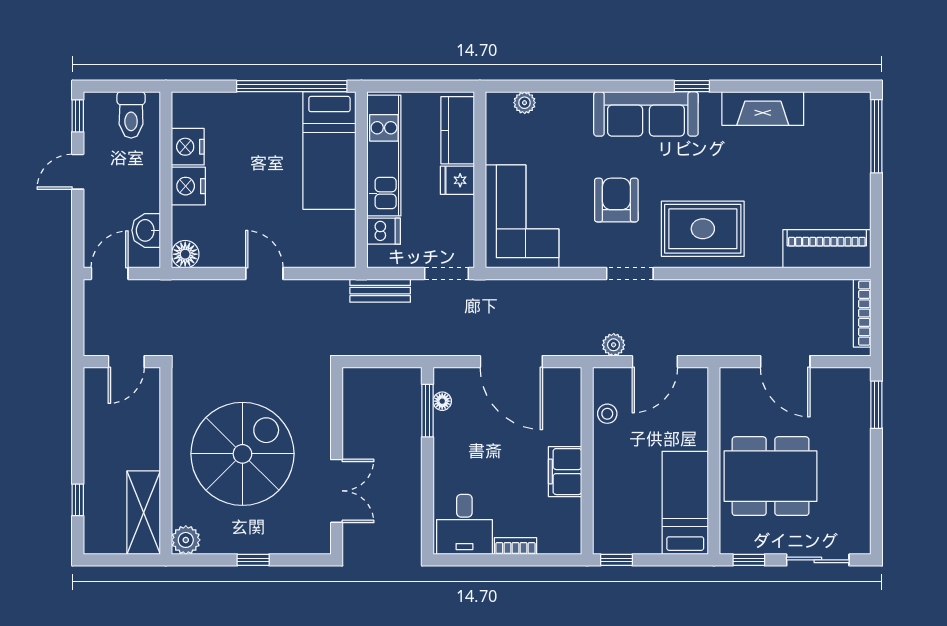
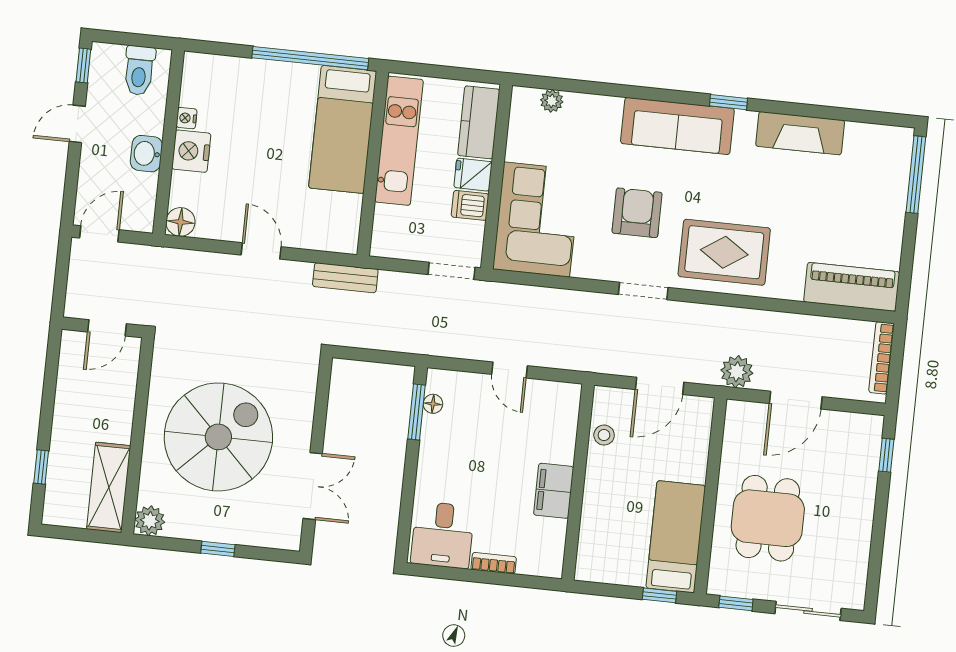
nightstand: (188, 147) -> (186, 118), width x0.53, depth x0.56
washbasin: (146, 230) -> (146, 154), moved
dishwasher: (384, 231) -> (470, 205), moved, turned 180
bench: (380, 291) -> (345, 278), moved
plant: (614, 345) -> (737, 372), moved, width x1.38, depth x1.38
door: (511, 362) -> (509, 370), width x0.53
door: (785, 362) -> (796, 400), hinge flipped
window: (876, 405) -> (886, 455), width x0.67
dining table: (771, 476) -> (768, 518), width x0.73
window: (616, 560) -> (659, 595), moved

